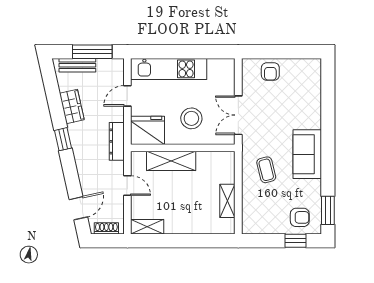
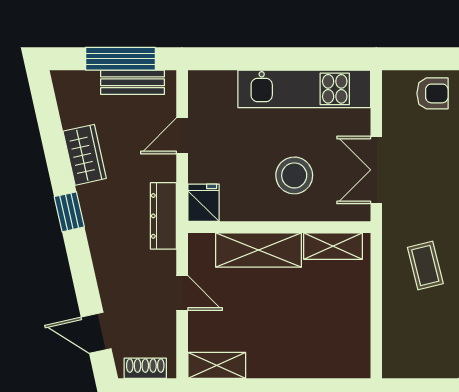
bench: (77, 65) -> (133, 82), moved
kitchen unit: (169, 69) -> (304, 89), moved
armchair: (270, 72) -> (432, 93), turned -90
fridge: (148, 130) -> (204, 203), width x0.53, depth x0.75
shelving: (227, 201) -> (333, 246), moved, turned 90
door: (78, 208) -> (96, 333), swing flipped

